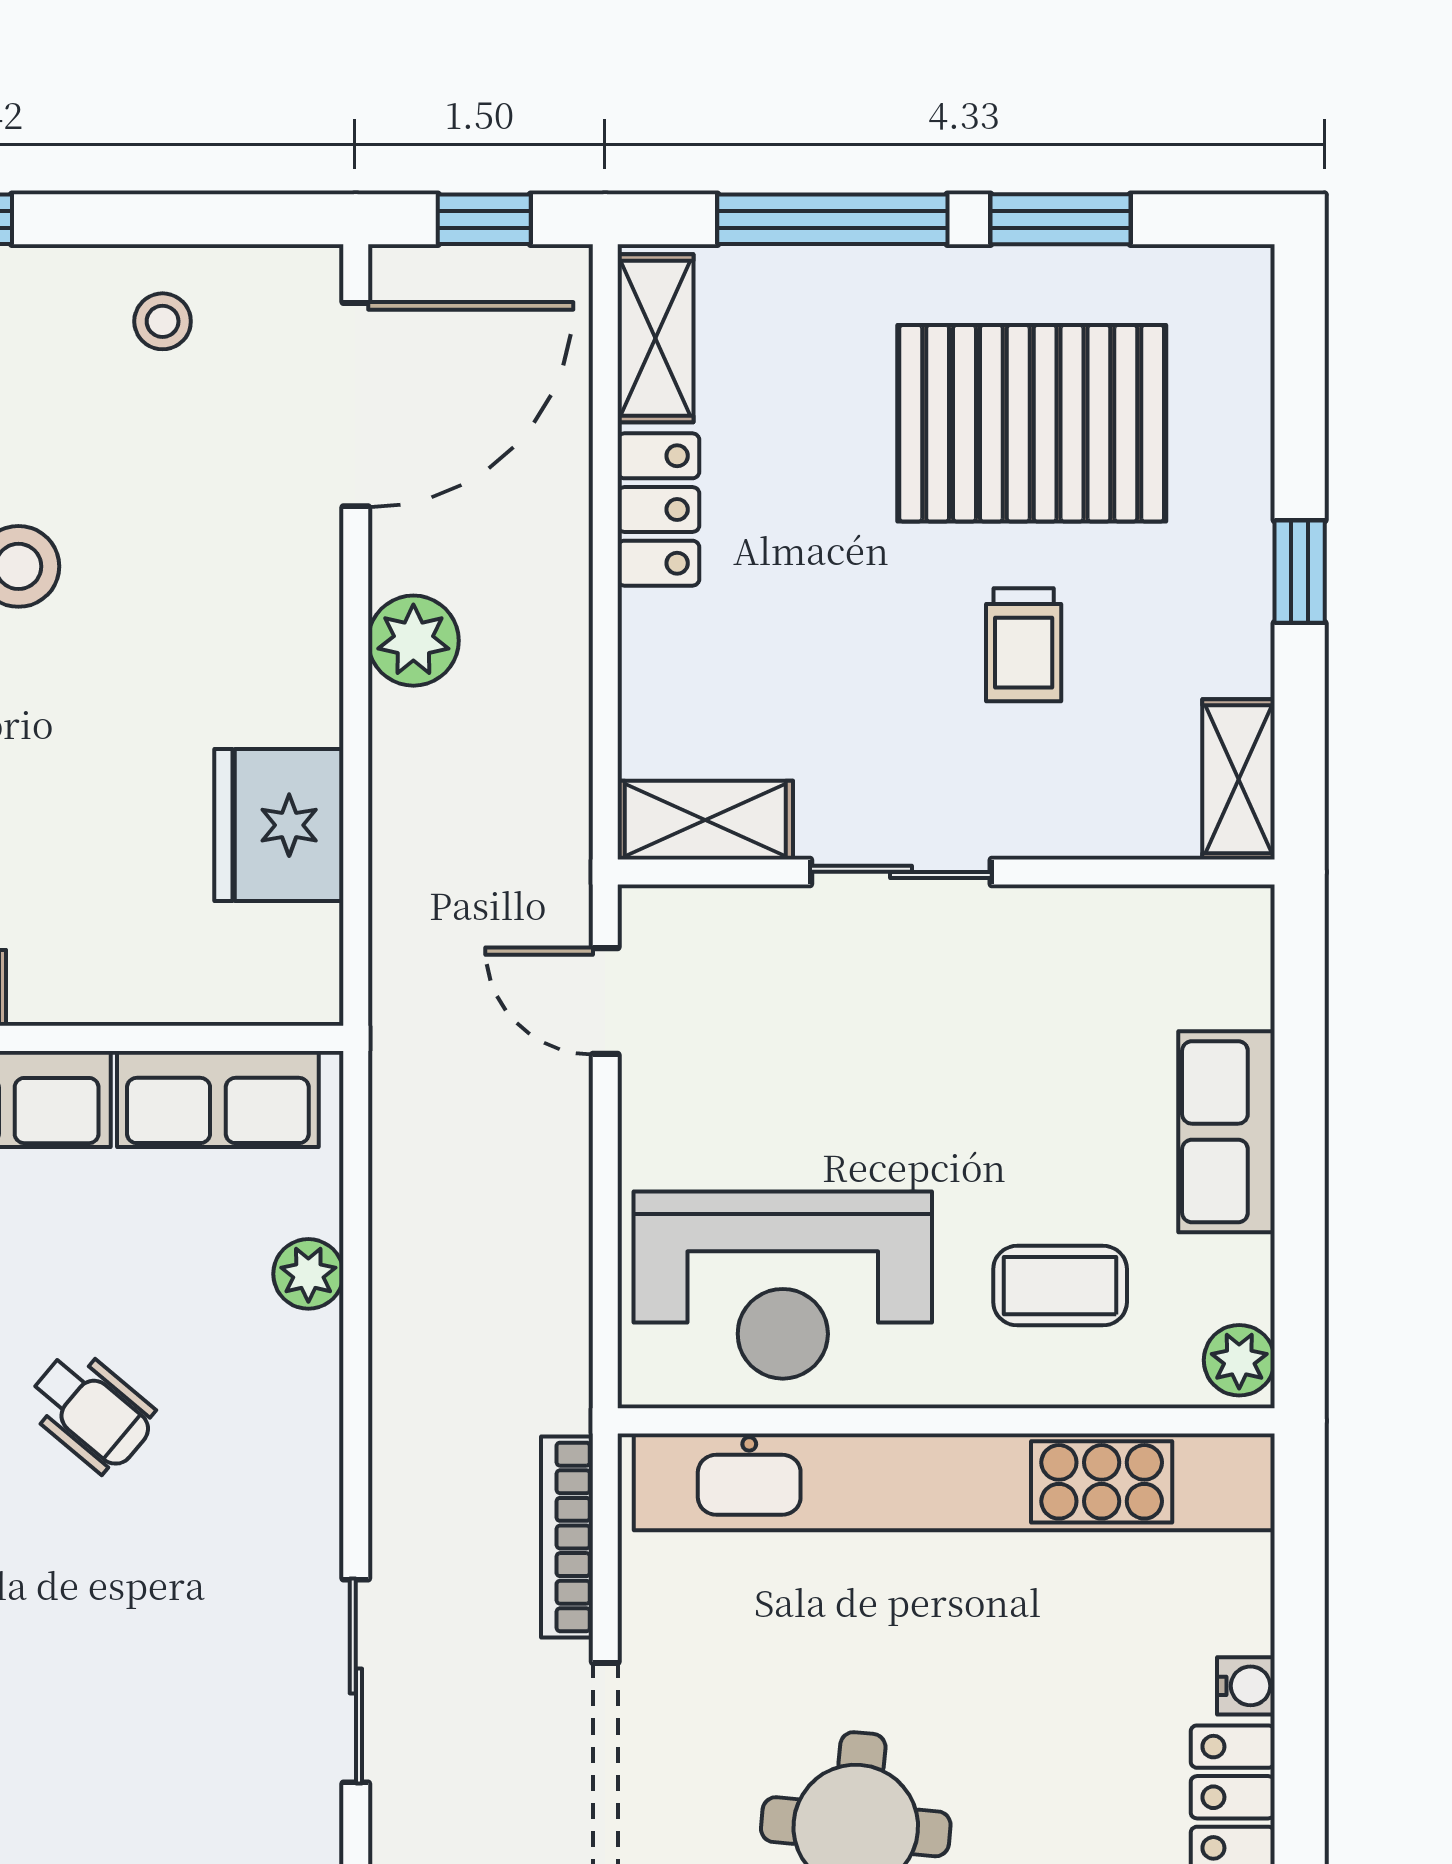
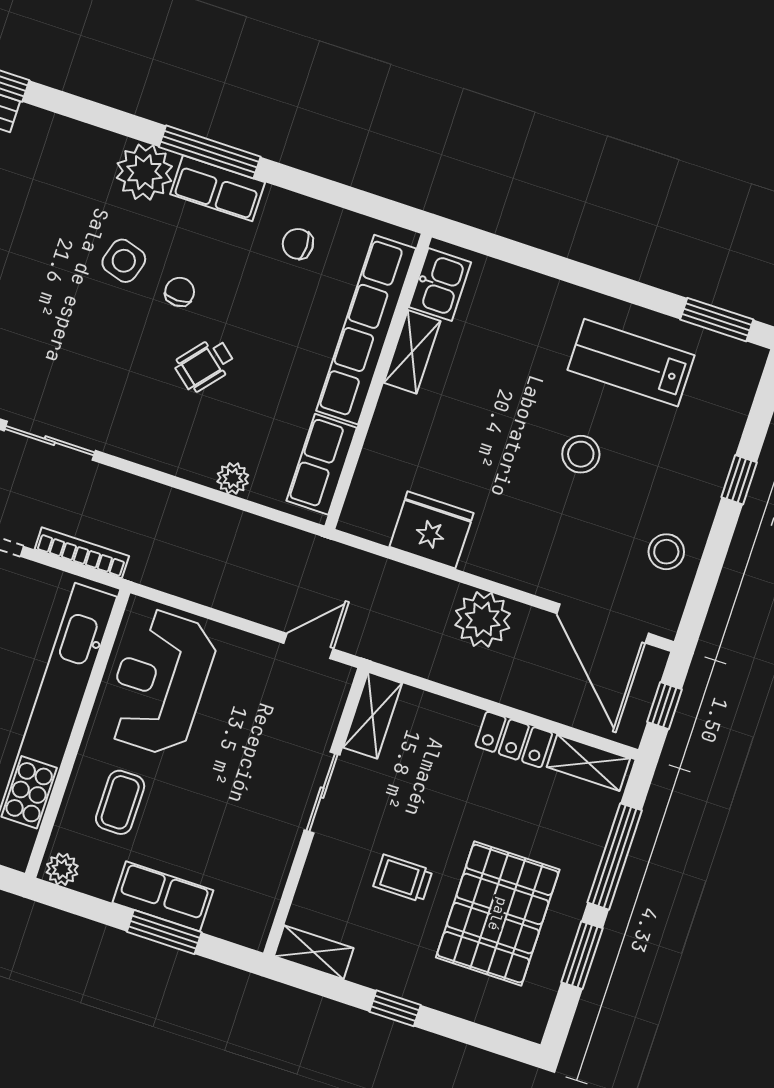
stool: (163, 321) -> (666, 552), width x1.37, depth x1.37
plant: (413, 641) -> (483, 619), width x1.36, depth x1.36
window: (1300, 1105) -> (164, 932), added

